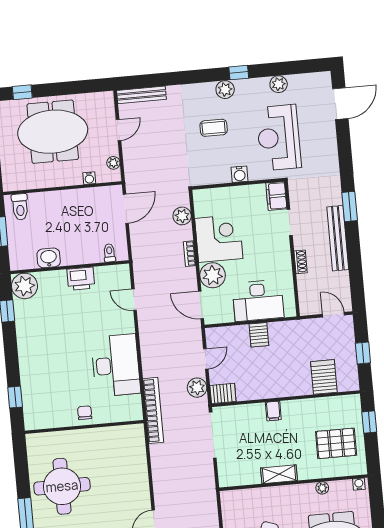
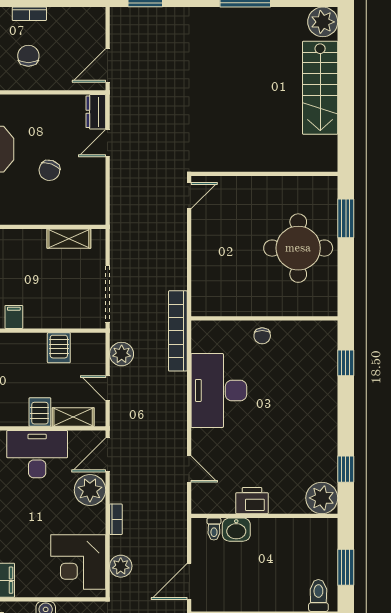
corner desk: (219, 238) -> (78, 562), moved
washbasin: (49, 258) -> (236, 530), moved
door: (201, 305) -> (108, 455), swing flipped
shelving: (232, 333) -> (73, 417), added
door: (206, 359) -> (108, 388), hinge flipped
server rack: (223, 393) -> (59, 348), moved, turned -90
filing cabinet: (273, 411) -> (14, 317), moved
shelving: (279, 474) -> (69, 239), moved

